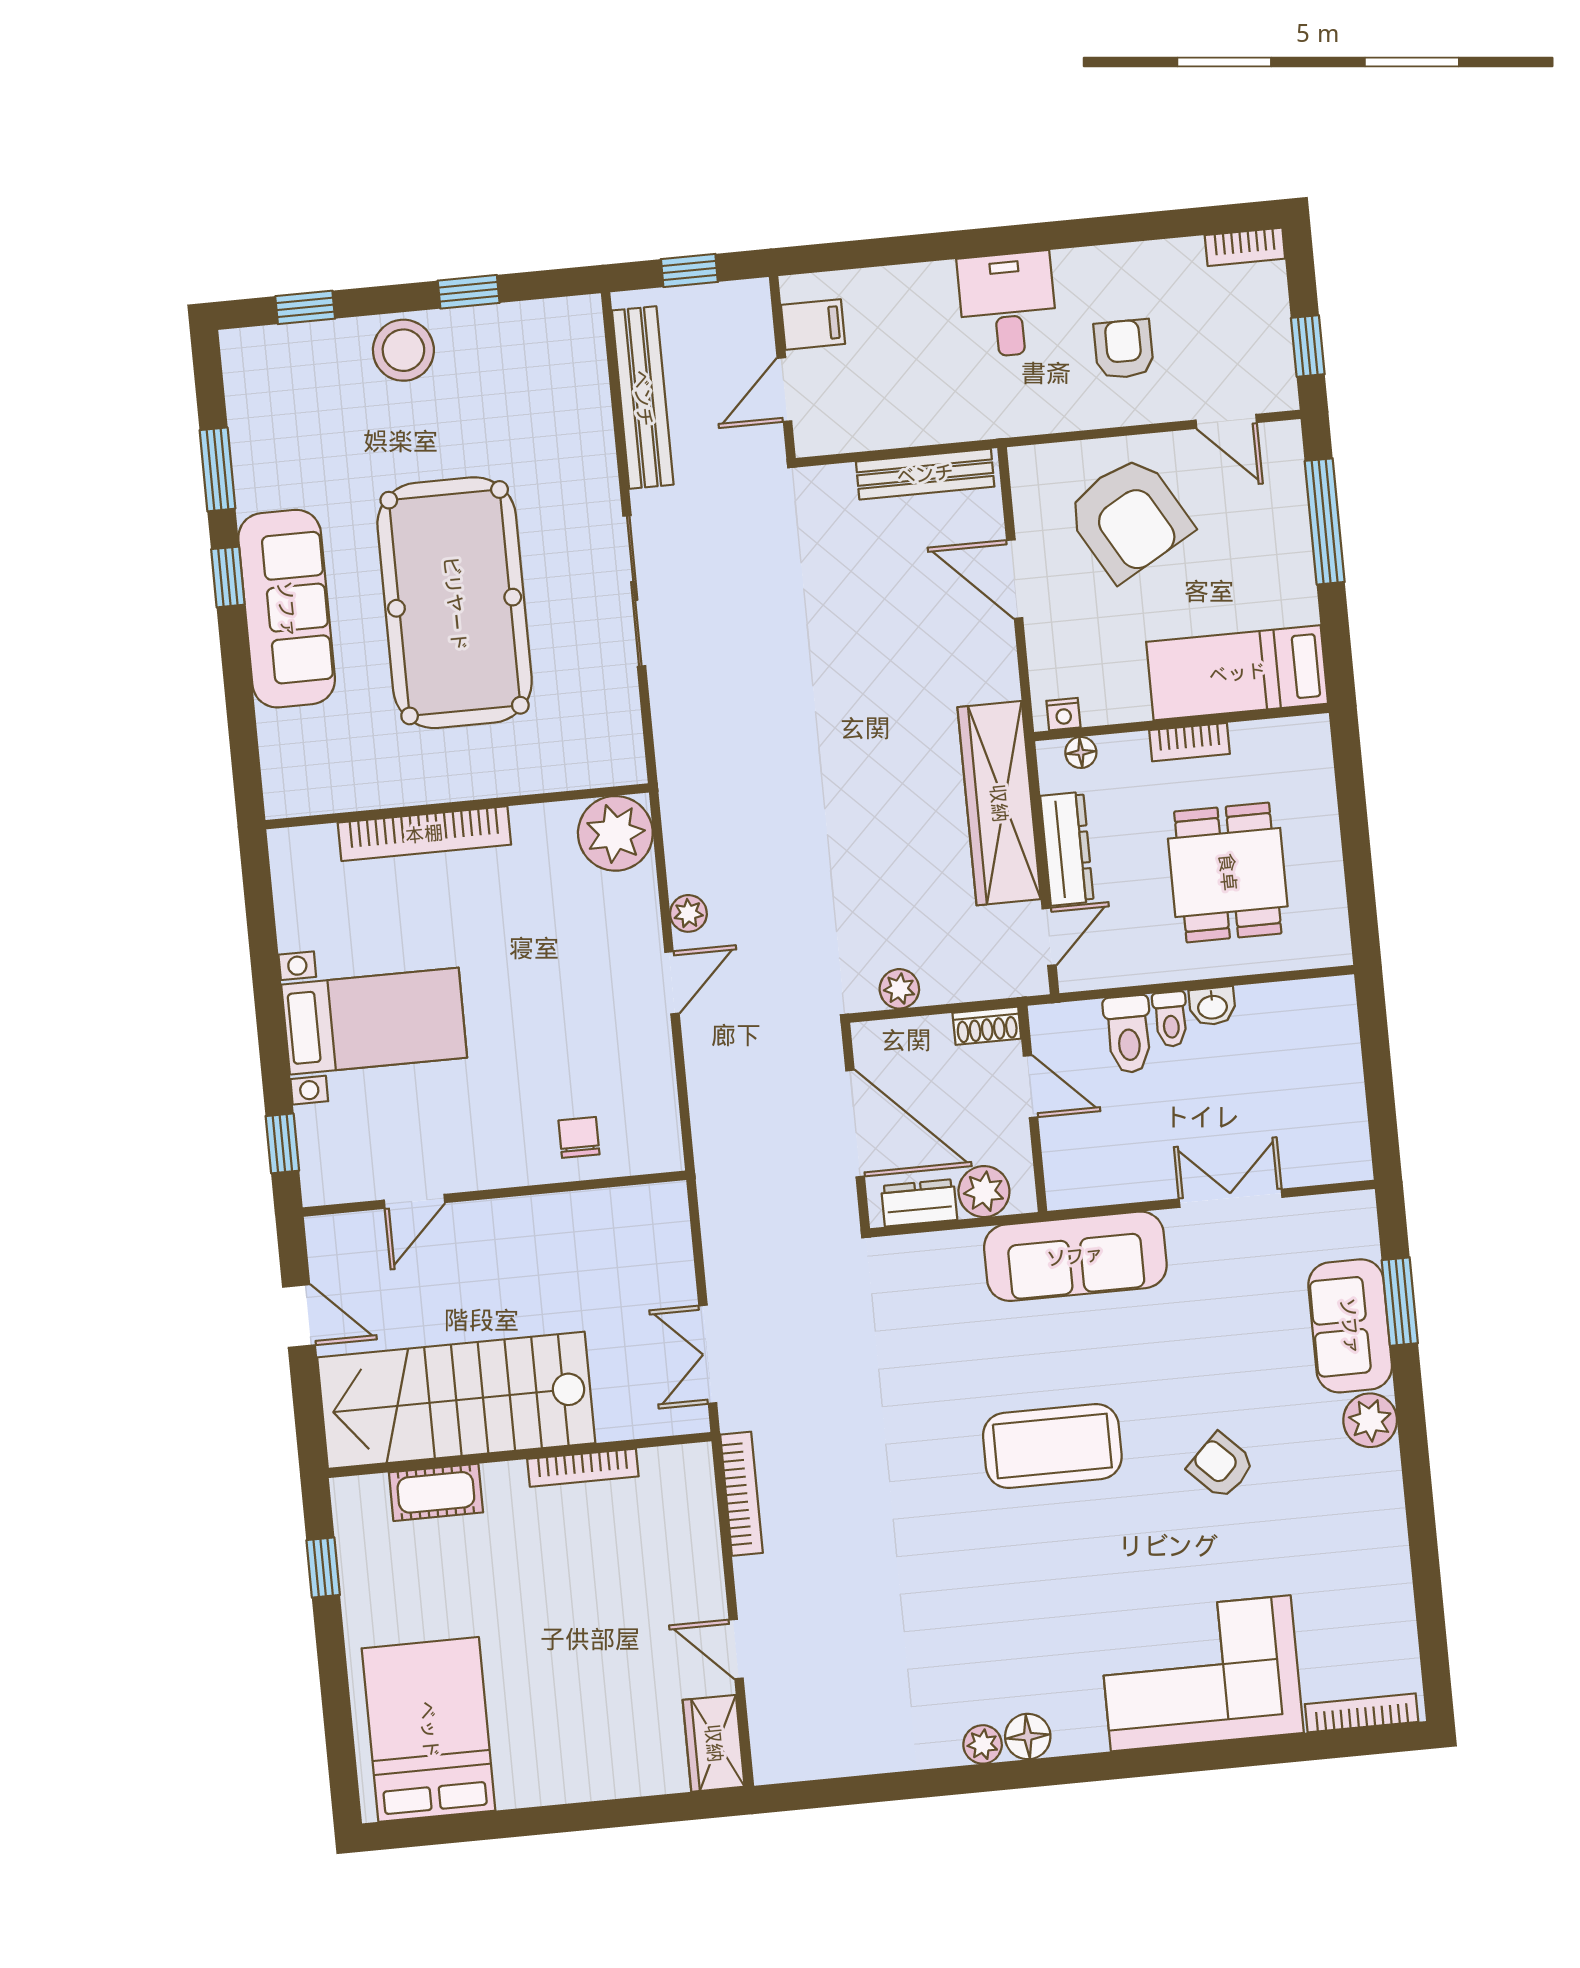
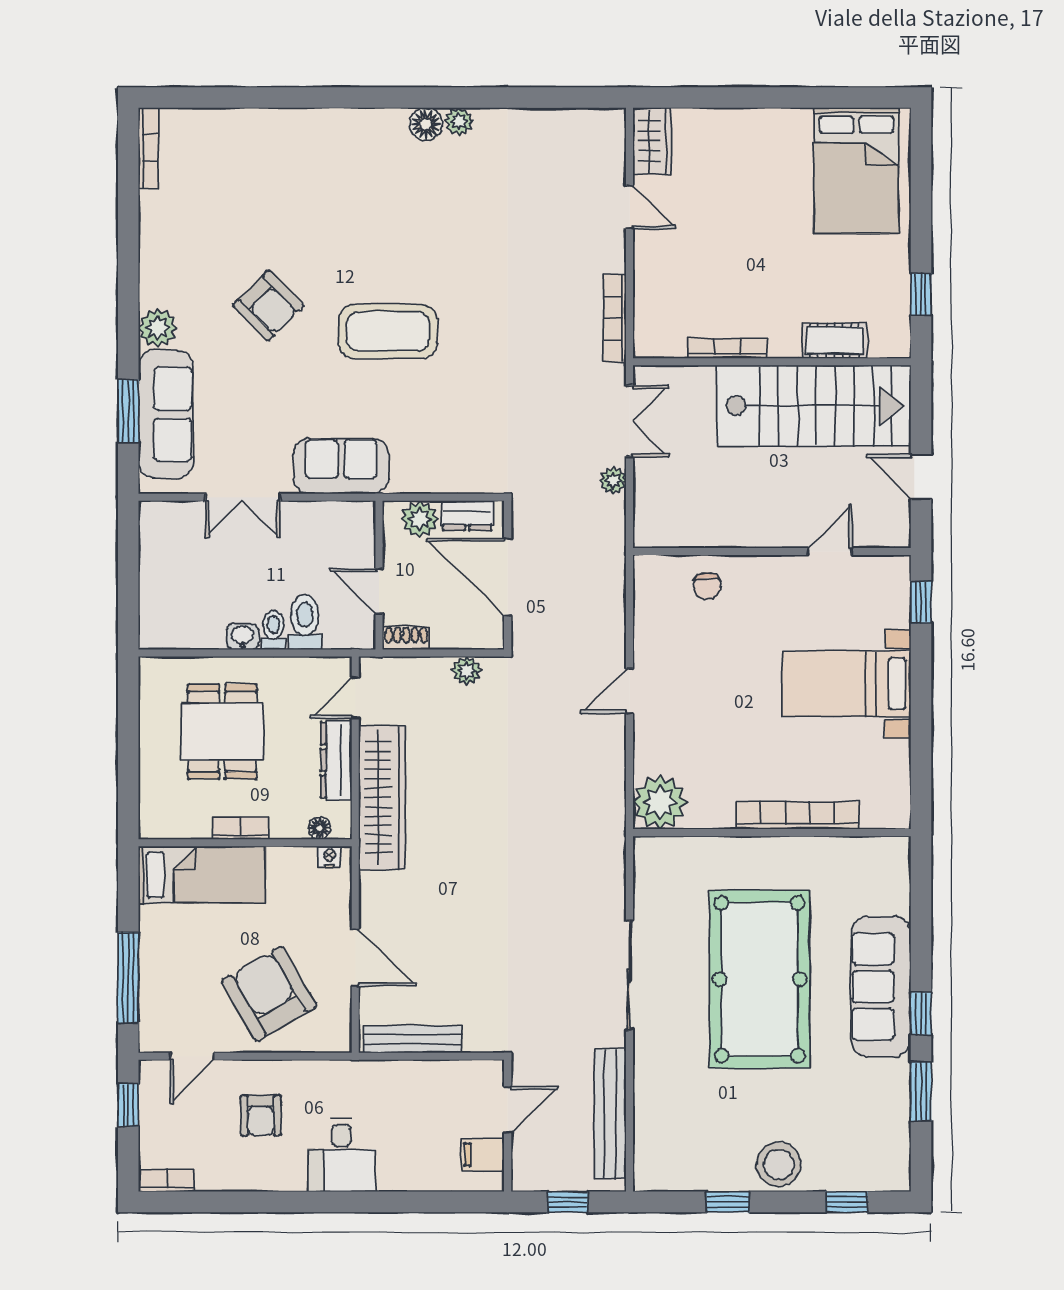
door: (1226, 421) -> (192, 1056), swing flipped
plant: (688, 913) -> (613, 481), moved
sofa: (1075, 1256) -> (341, 466), width x0.73
sofa: (1350, 1326) -> (166, 414), width x1.36
armchair: (1221, 1466) -> (268, 305), width x1.38, depth x1.38
corner sofa: (1201, 1673) -> (297, 158), removed
bookcase: (1362, 1713) -> (149, 148), moved, turned -90

